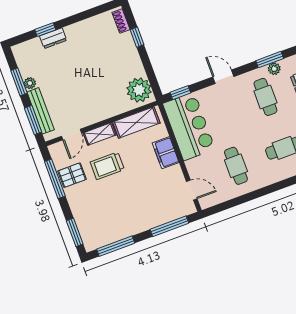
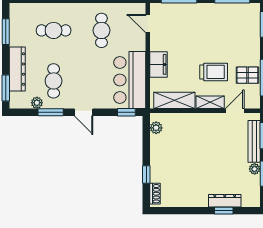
dresser: (53, 38) -> (225, 201), width x1.44
window: (270, 60) -> (51, 112), moved
plant: (139, 90) -> (156, 128), width x0.53, depth x0.53

